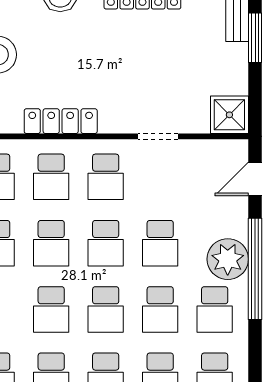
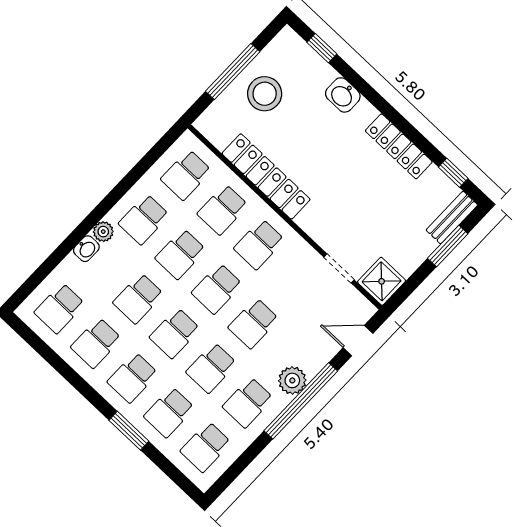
locker: (61, 121) -> (266, 176), width x1.41, depth x1.21
doorway: (158, 136) -> (339, 268), moved
plant: (228, 259) -> (292, 380), width x0.73, depth x0.73

